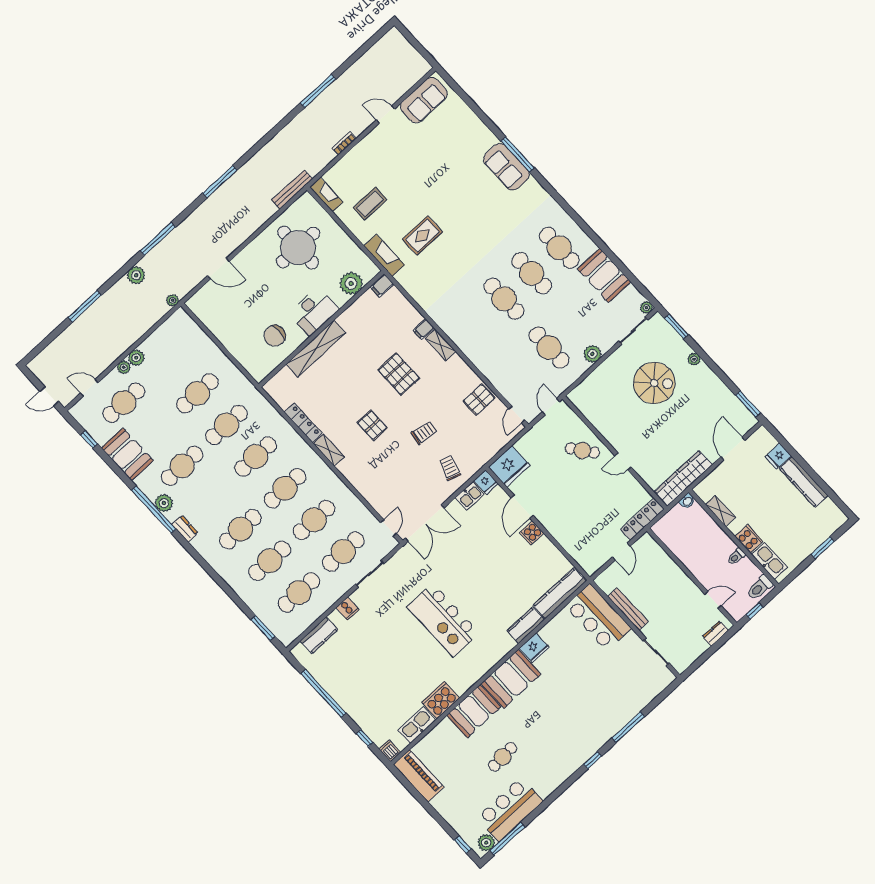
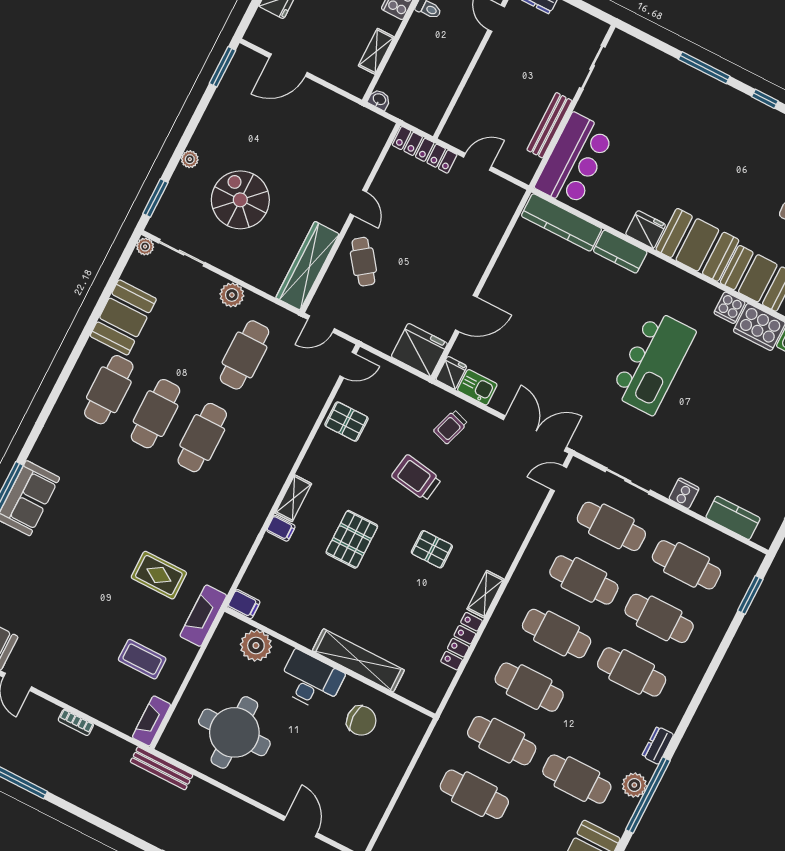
pallet: (372, 425) -> (432, 549), turned 90
trolley: (424, 433) -> (416, 478), width x1.36, depth x1.39
wardrobe: (683, 478) -> (307, 266), moved, turned 90
cooker: (532, 533) -> (729, 308), moved, turned 90

